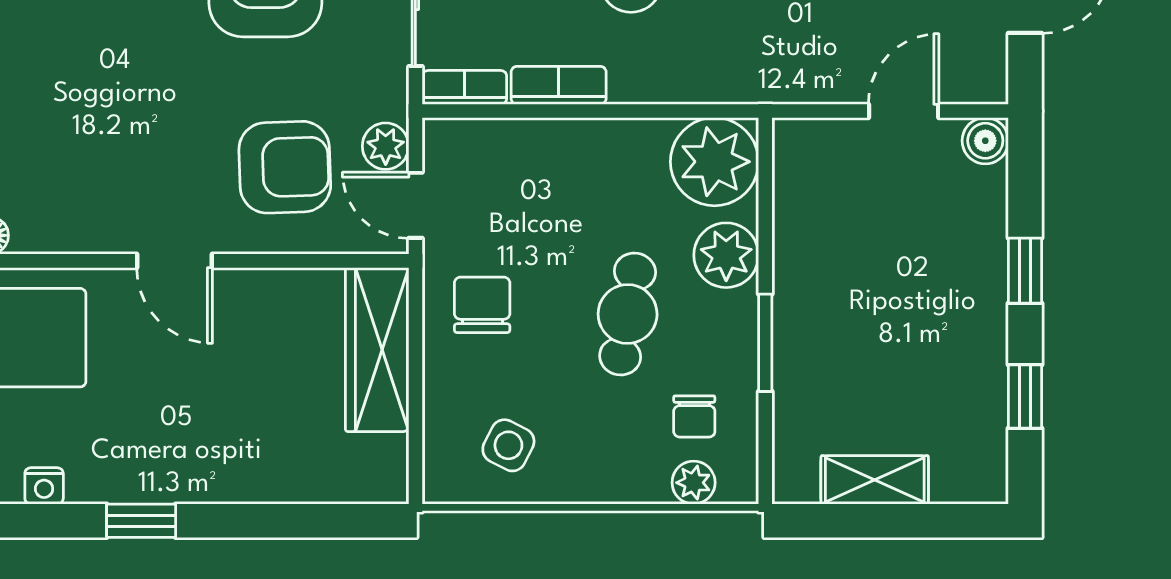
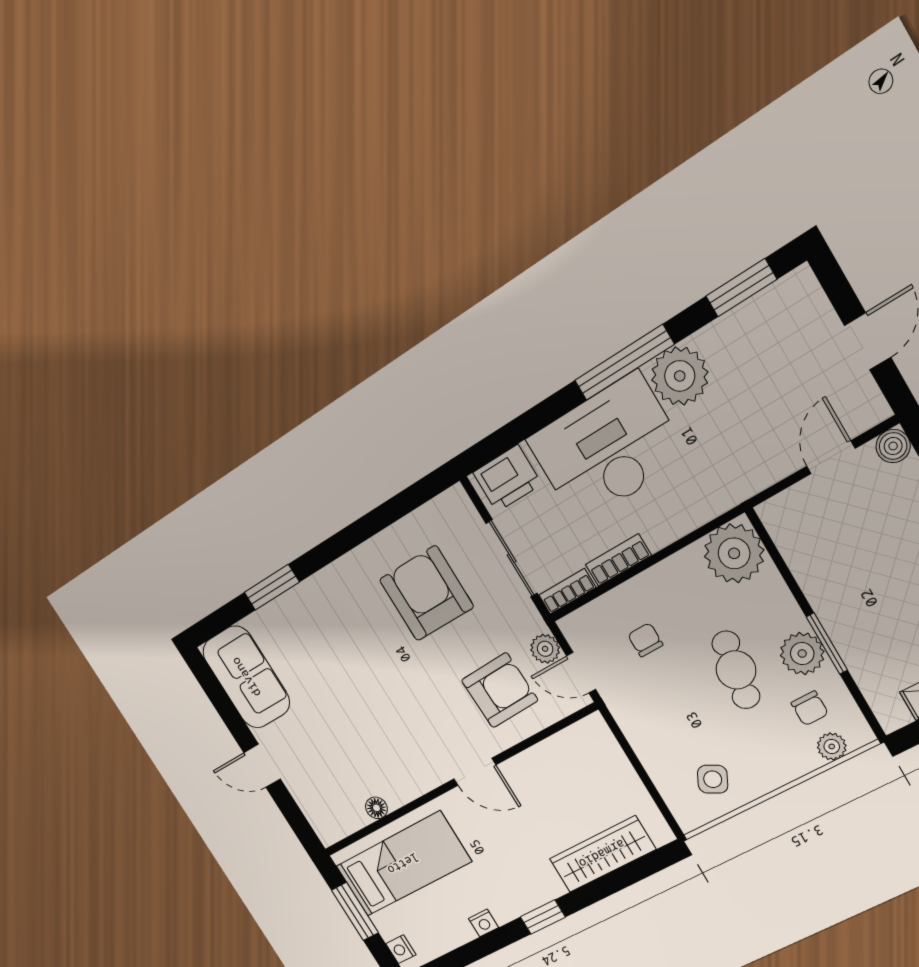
plant: (726, 255) -> (802, 654), moved
chair: (482, 305) -> (645, 640), moved, width x0.73, depth x0.73
wardrobe: (377, 350) -> (602, 854), moved, turned 90

